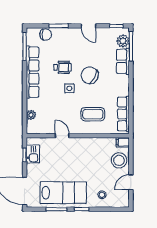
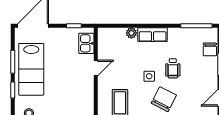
row of seats: (33, 72) -> (153, 35), width x0.50
plant: (31, 115) -> (131, 33), moved
kitchen sink: (33, 154) -> (86, 43), moved, turned 90

